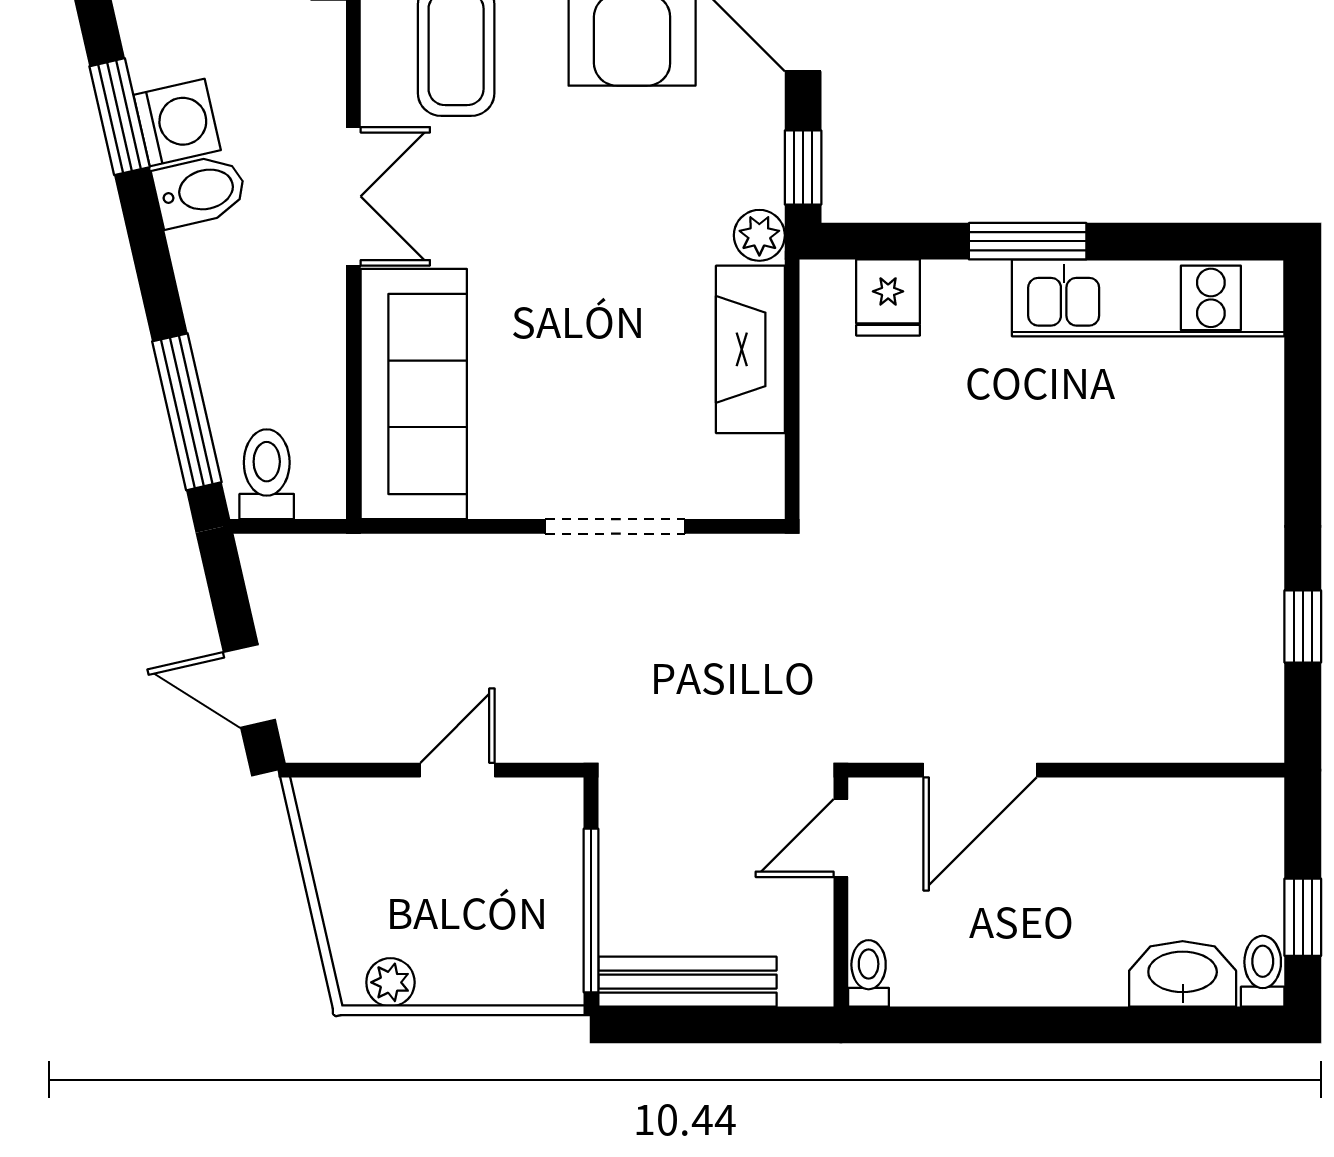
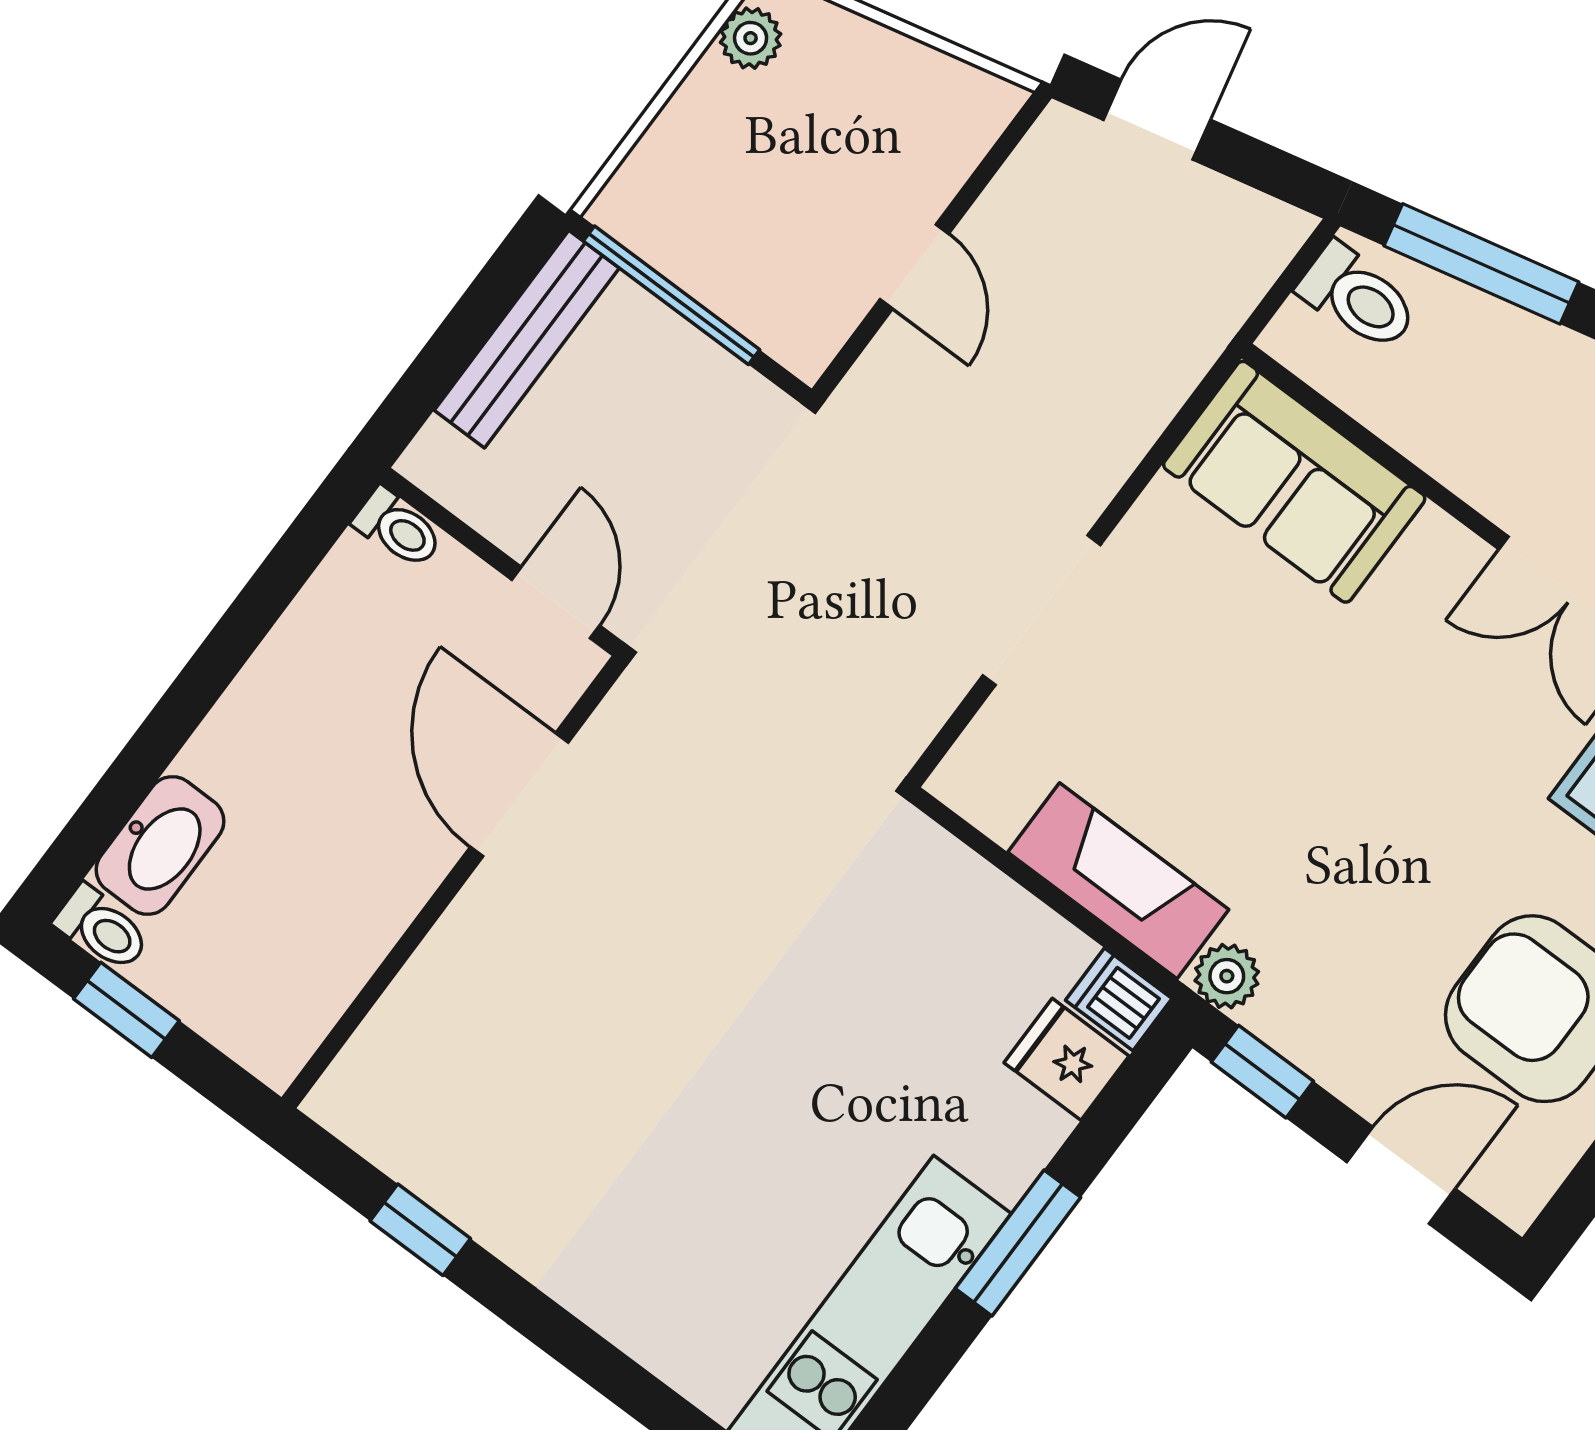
dishwasher: (825, 293) -> (1119, 999), added
sofa: (414, 394) -> (1294, 482), width x0.73

